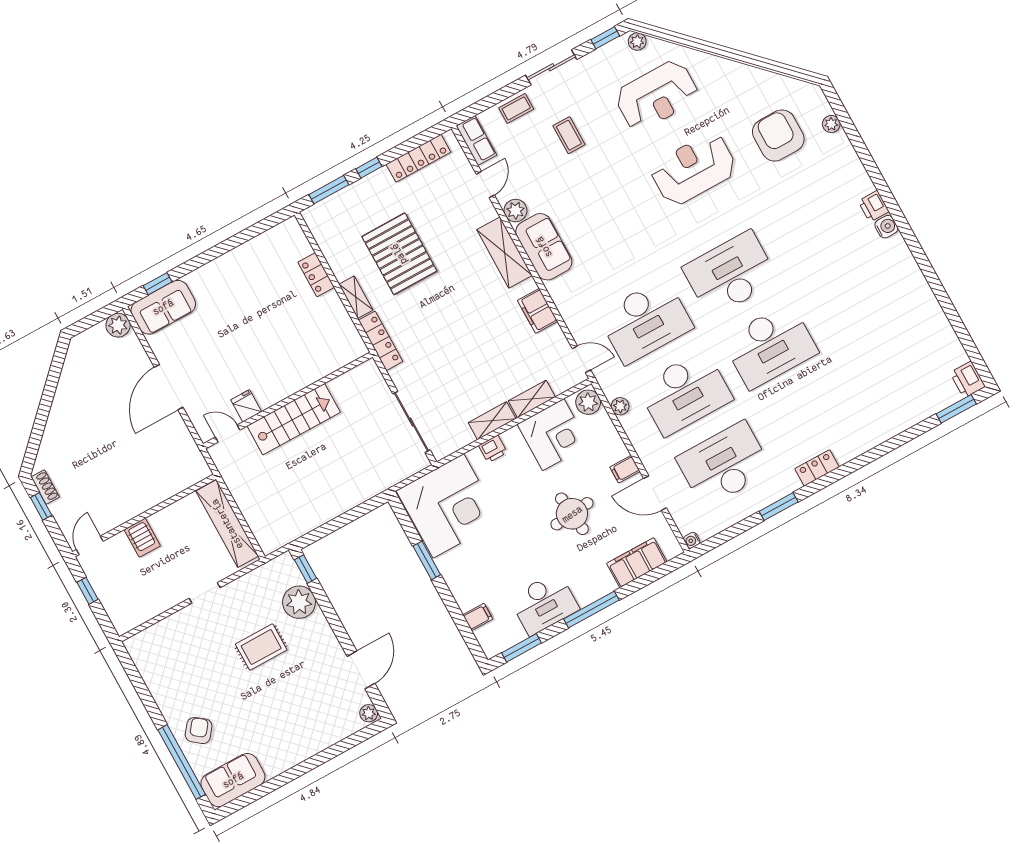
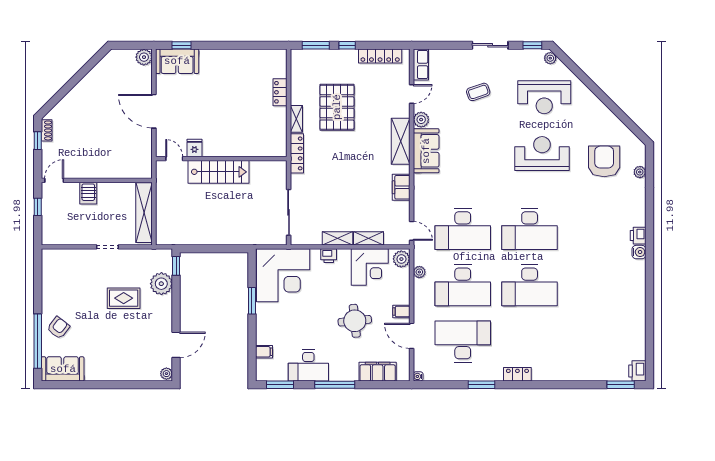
coffee table: (516, 108) -> (455, 58), removed
coffee table: (569, 135) -> (478, 92), turned 71
desk: (731, 274) -> (530, 229), turned 180
door: (169, 387) -> (154, 111), hinge flipped

